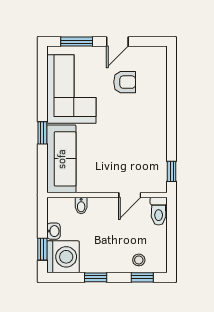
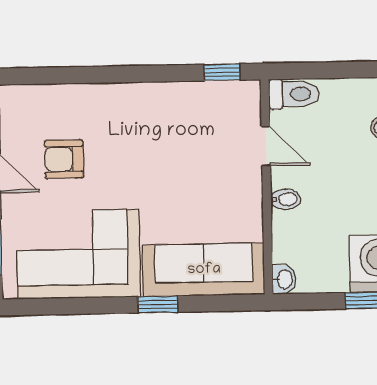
armchair: (125, 82) -> (64, 159), turned -90
bidet: (81, 206) -> (286, 199), moved
washbasin: (53, 231) -> (284, 279), moved, turned 90

